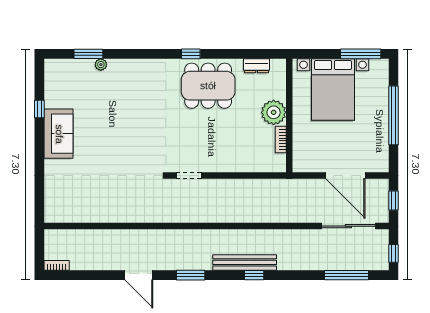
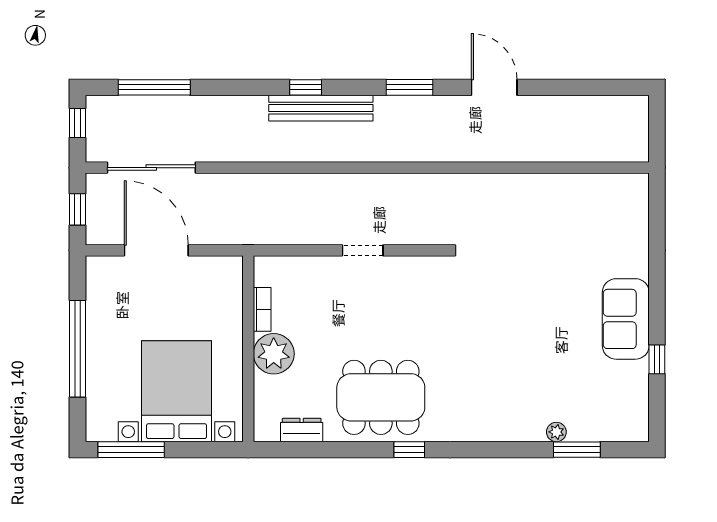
doorway: (189, 176) -> (363, 250), moved
bookcase: (57, 265) -> (629, 103), removed

